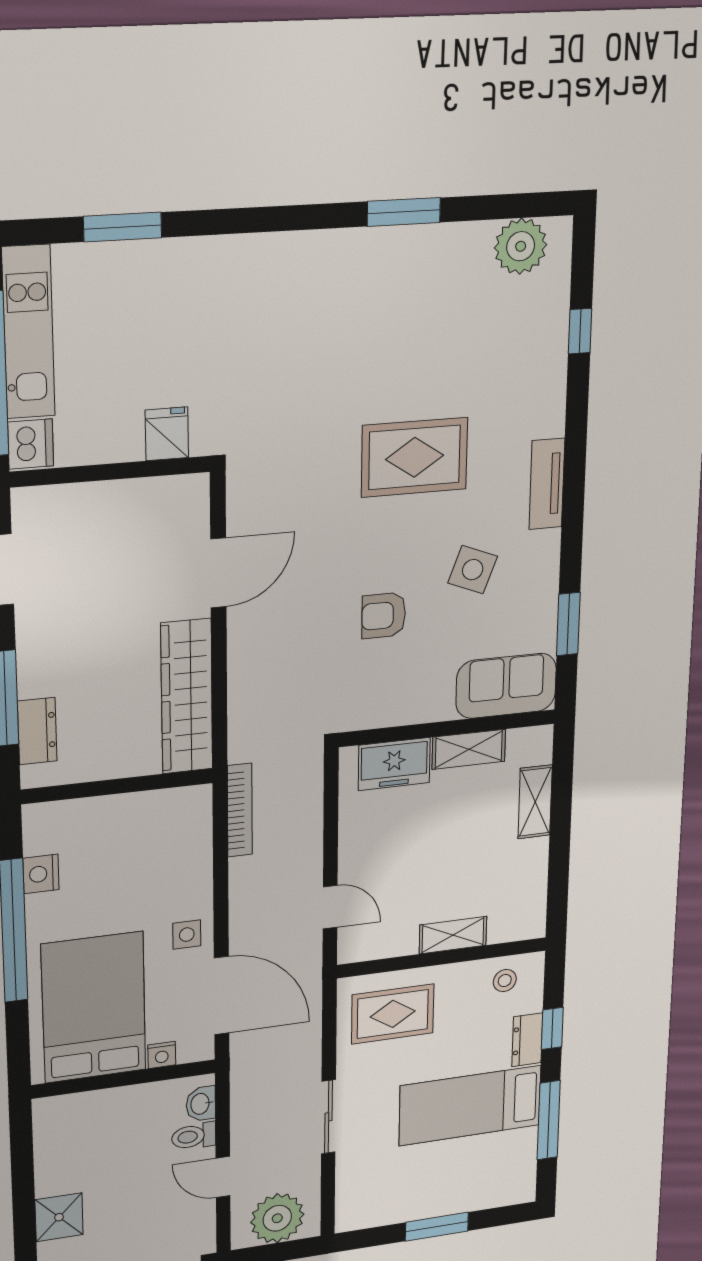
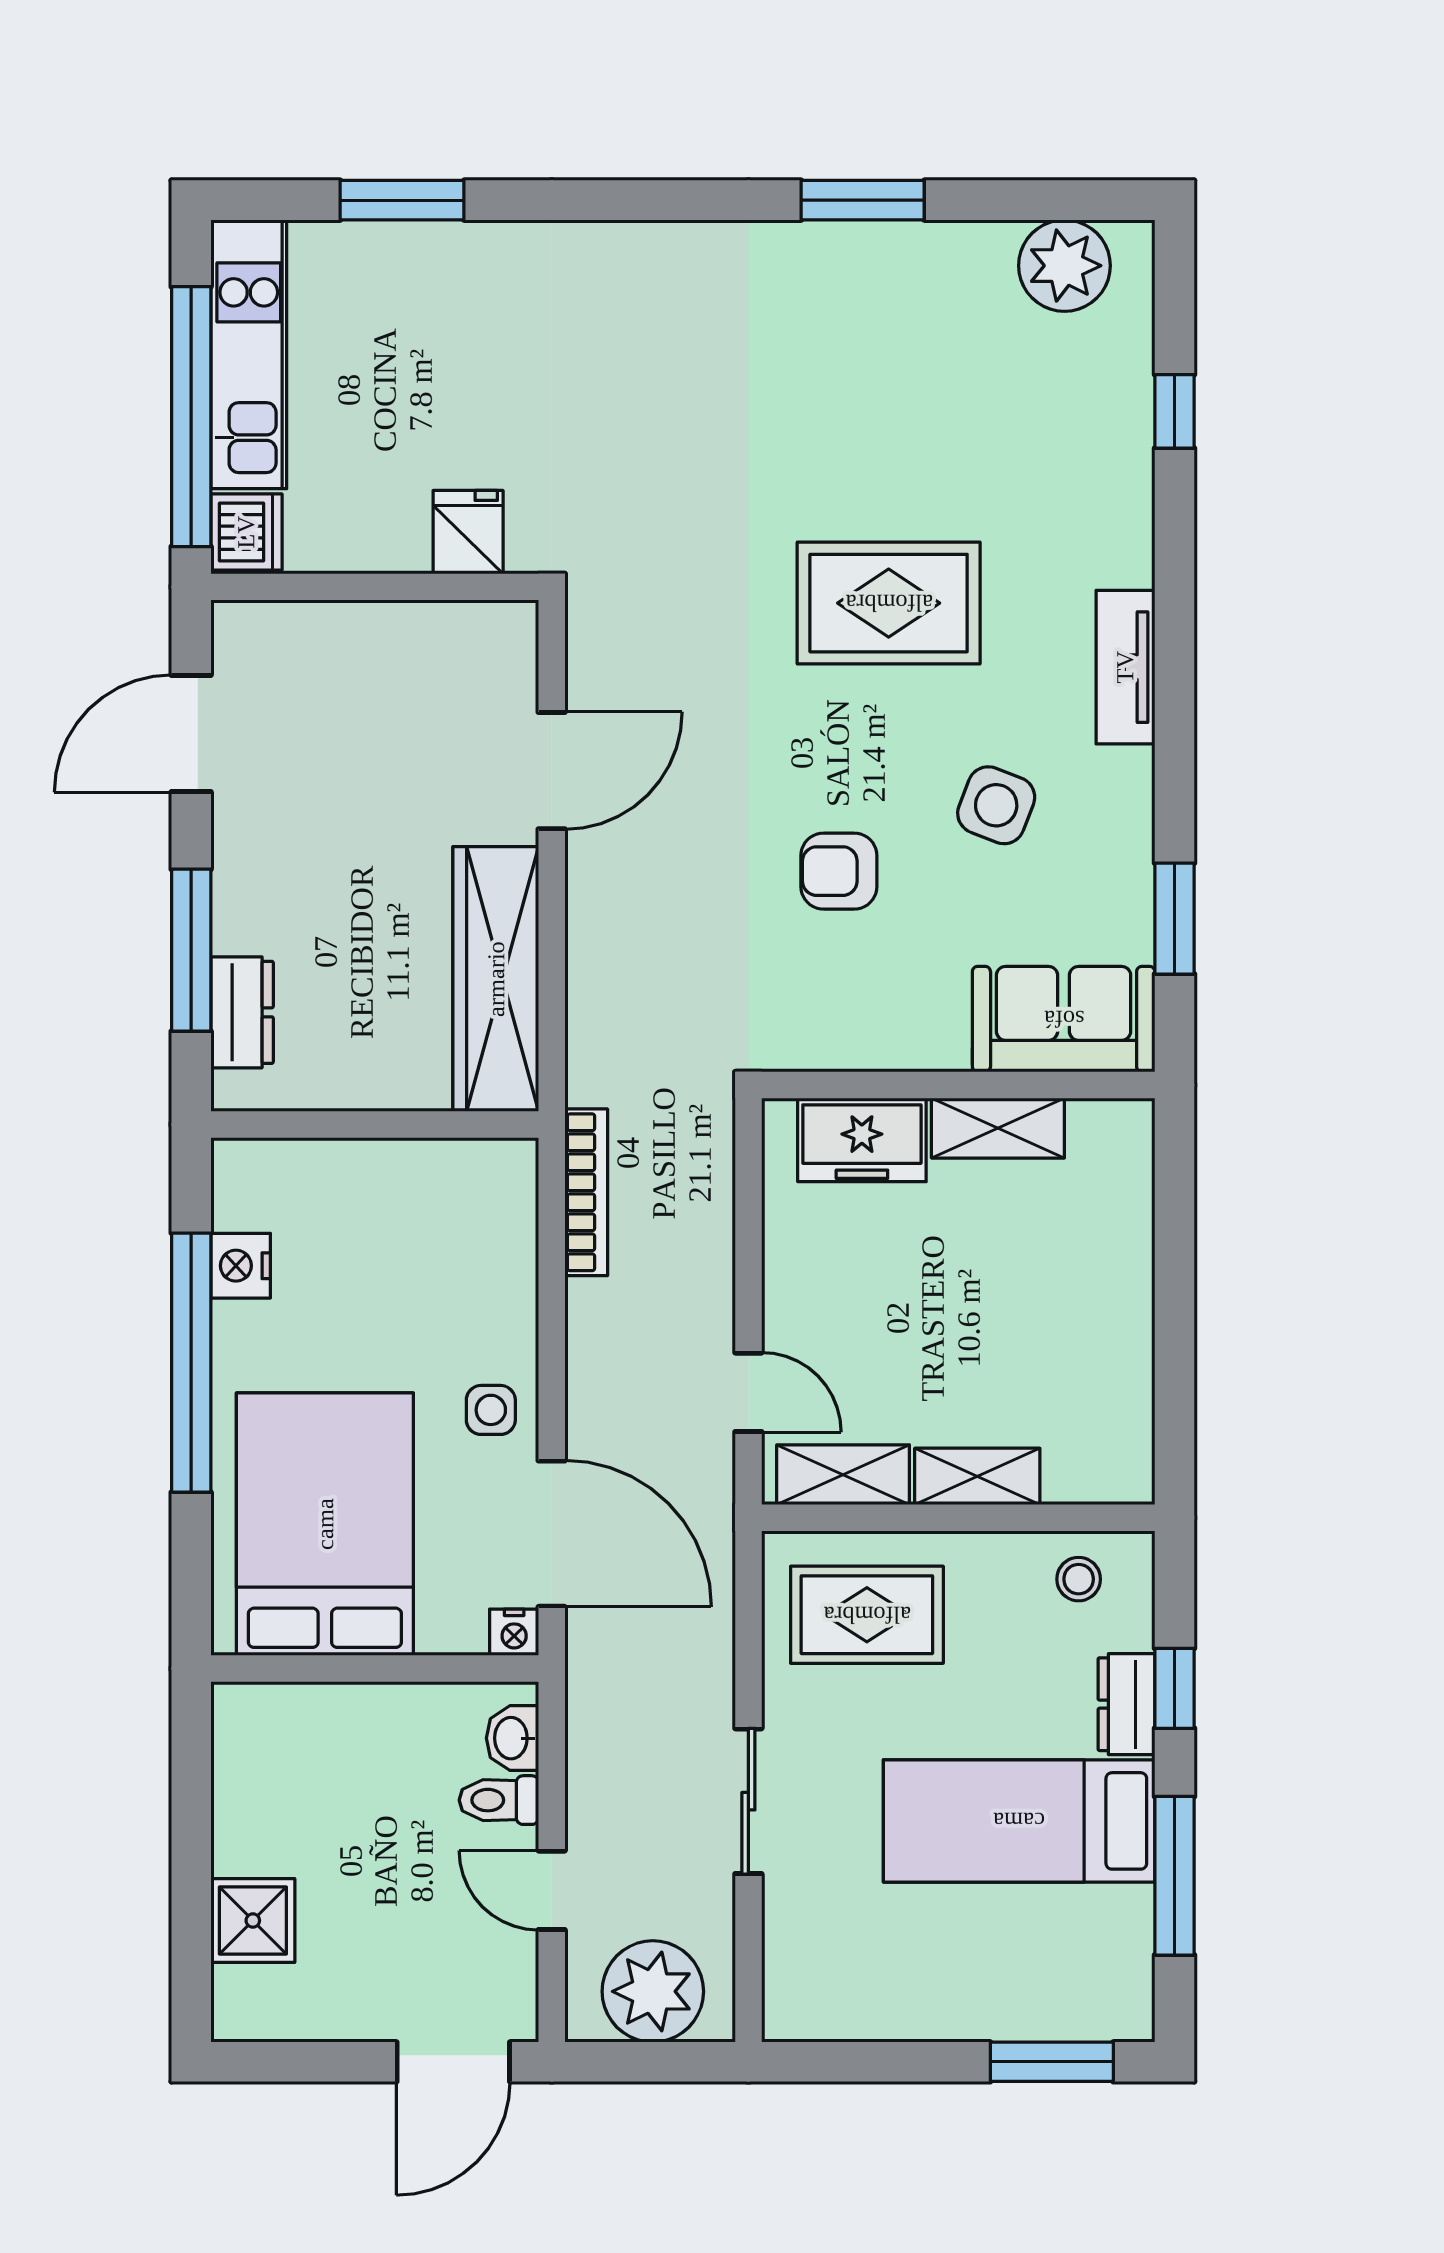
shelving: (535, 802) -> (843, 1475), moved, turned 90
nightstand: (162, 1055) -> (514, 1632), moved
window: (437, 1227) -> (1052, 2062), moved

